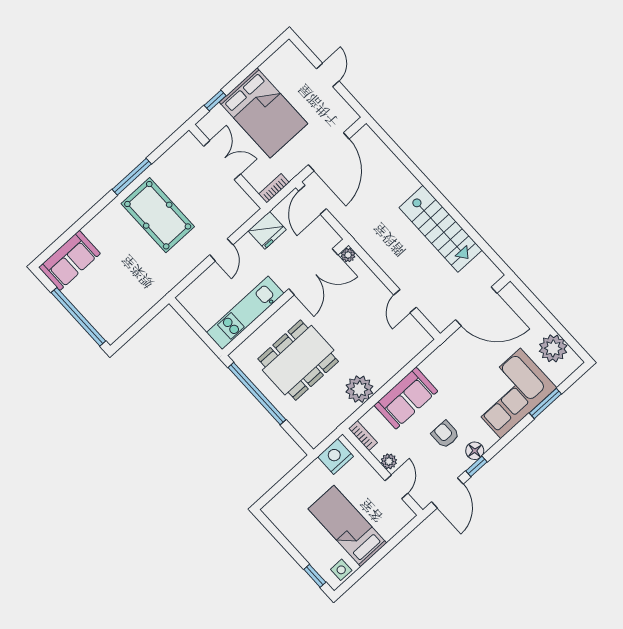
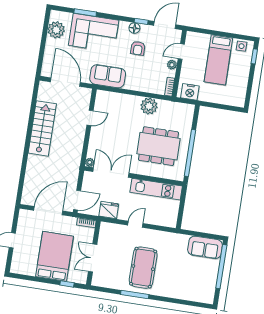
sofa: (69, 260) -> (205, 247), moved, turned 180
sofa: (406, 398) -> (108, 76), moved

